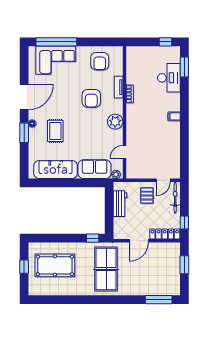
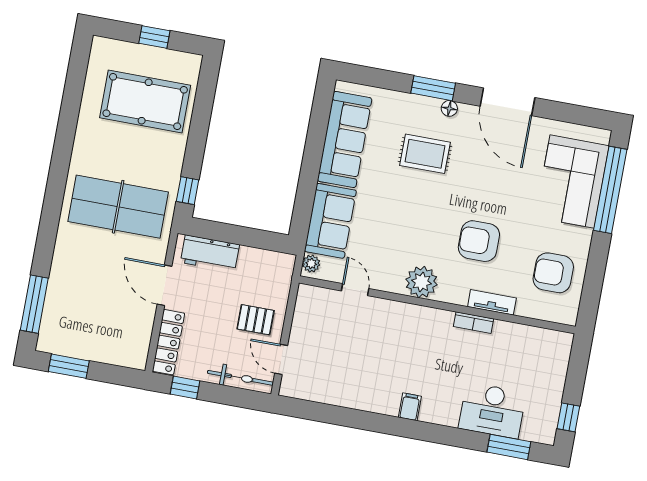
workbench: (120, 204) -> (210, 253), moved
pool table: (55, 265) -> (145, 102), turned 90
window: (184, 265) -> (69, 366), moved

